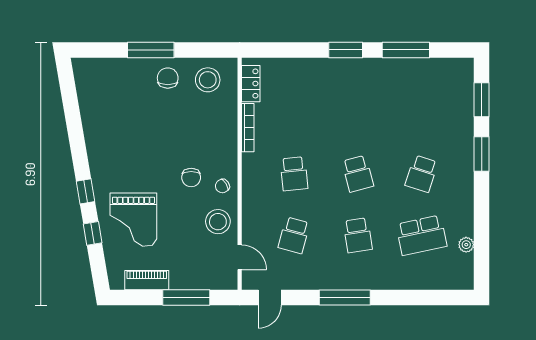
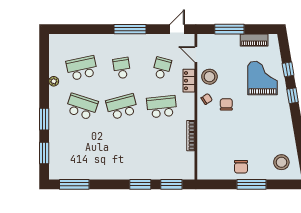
window: (279, 50) -> (171, 184), added
window: (346, 50) -> (140, 184), moved
window: (406, 50) -> (74, 184), moved
stool: (208, 80) -> (281, 162), moved
locker: (251, 84) -> (189, 81), moved
school desk: (294, 174) -> (162, 107), width x1.85
school desk: (358, 174) -> (122, 107), width x1.85
school desk: (421, 174) -> (82, 107), width x1.85
plant: (466, 245) -> (54, 81), moved

